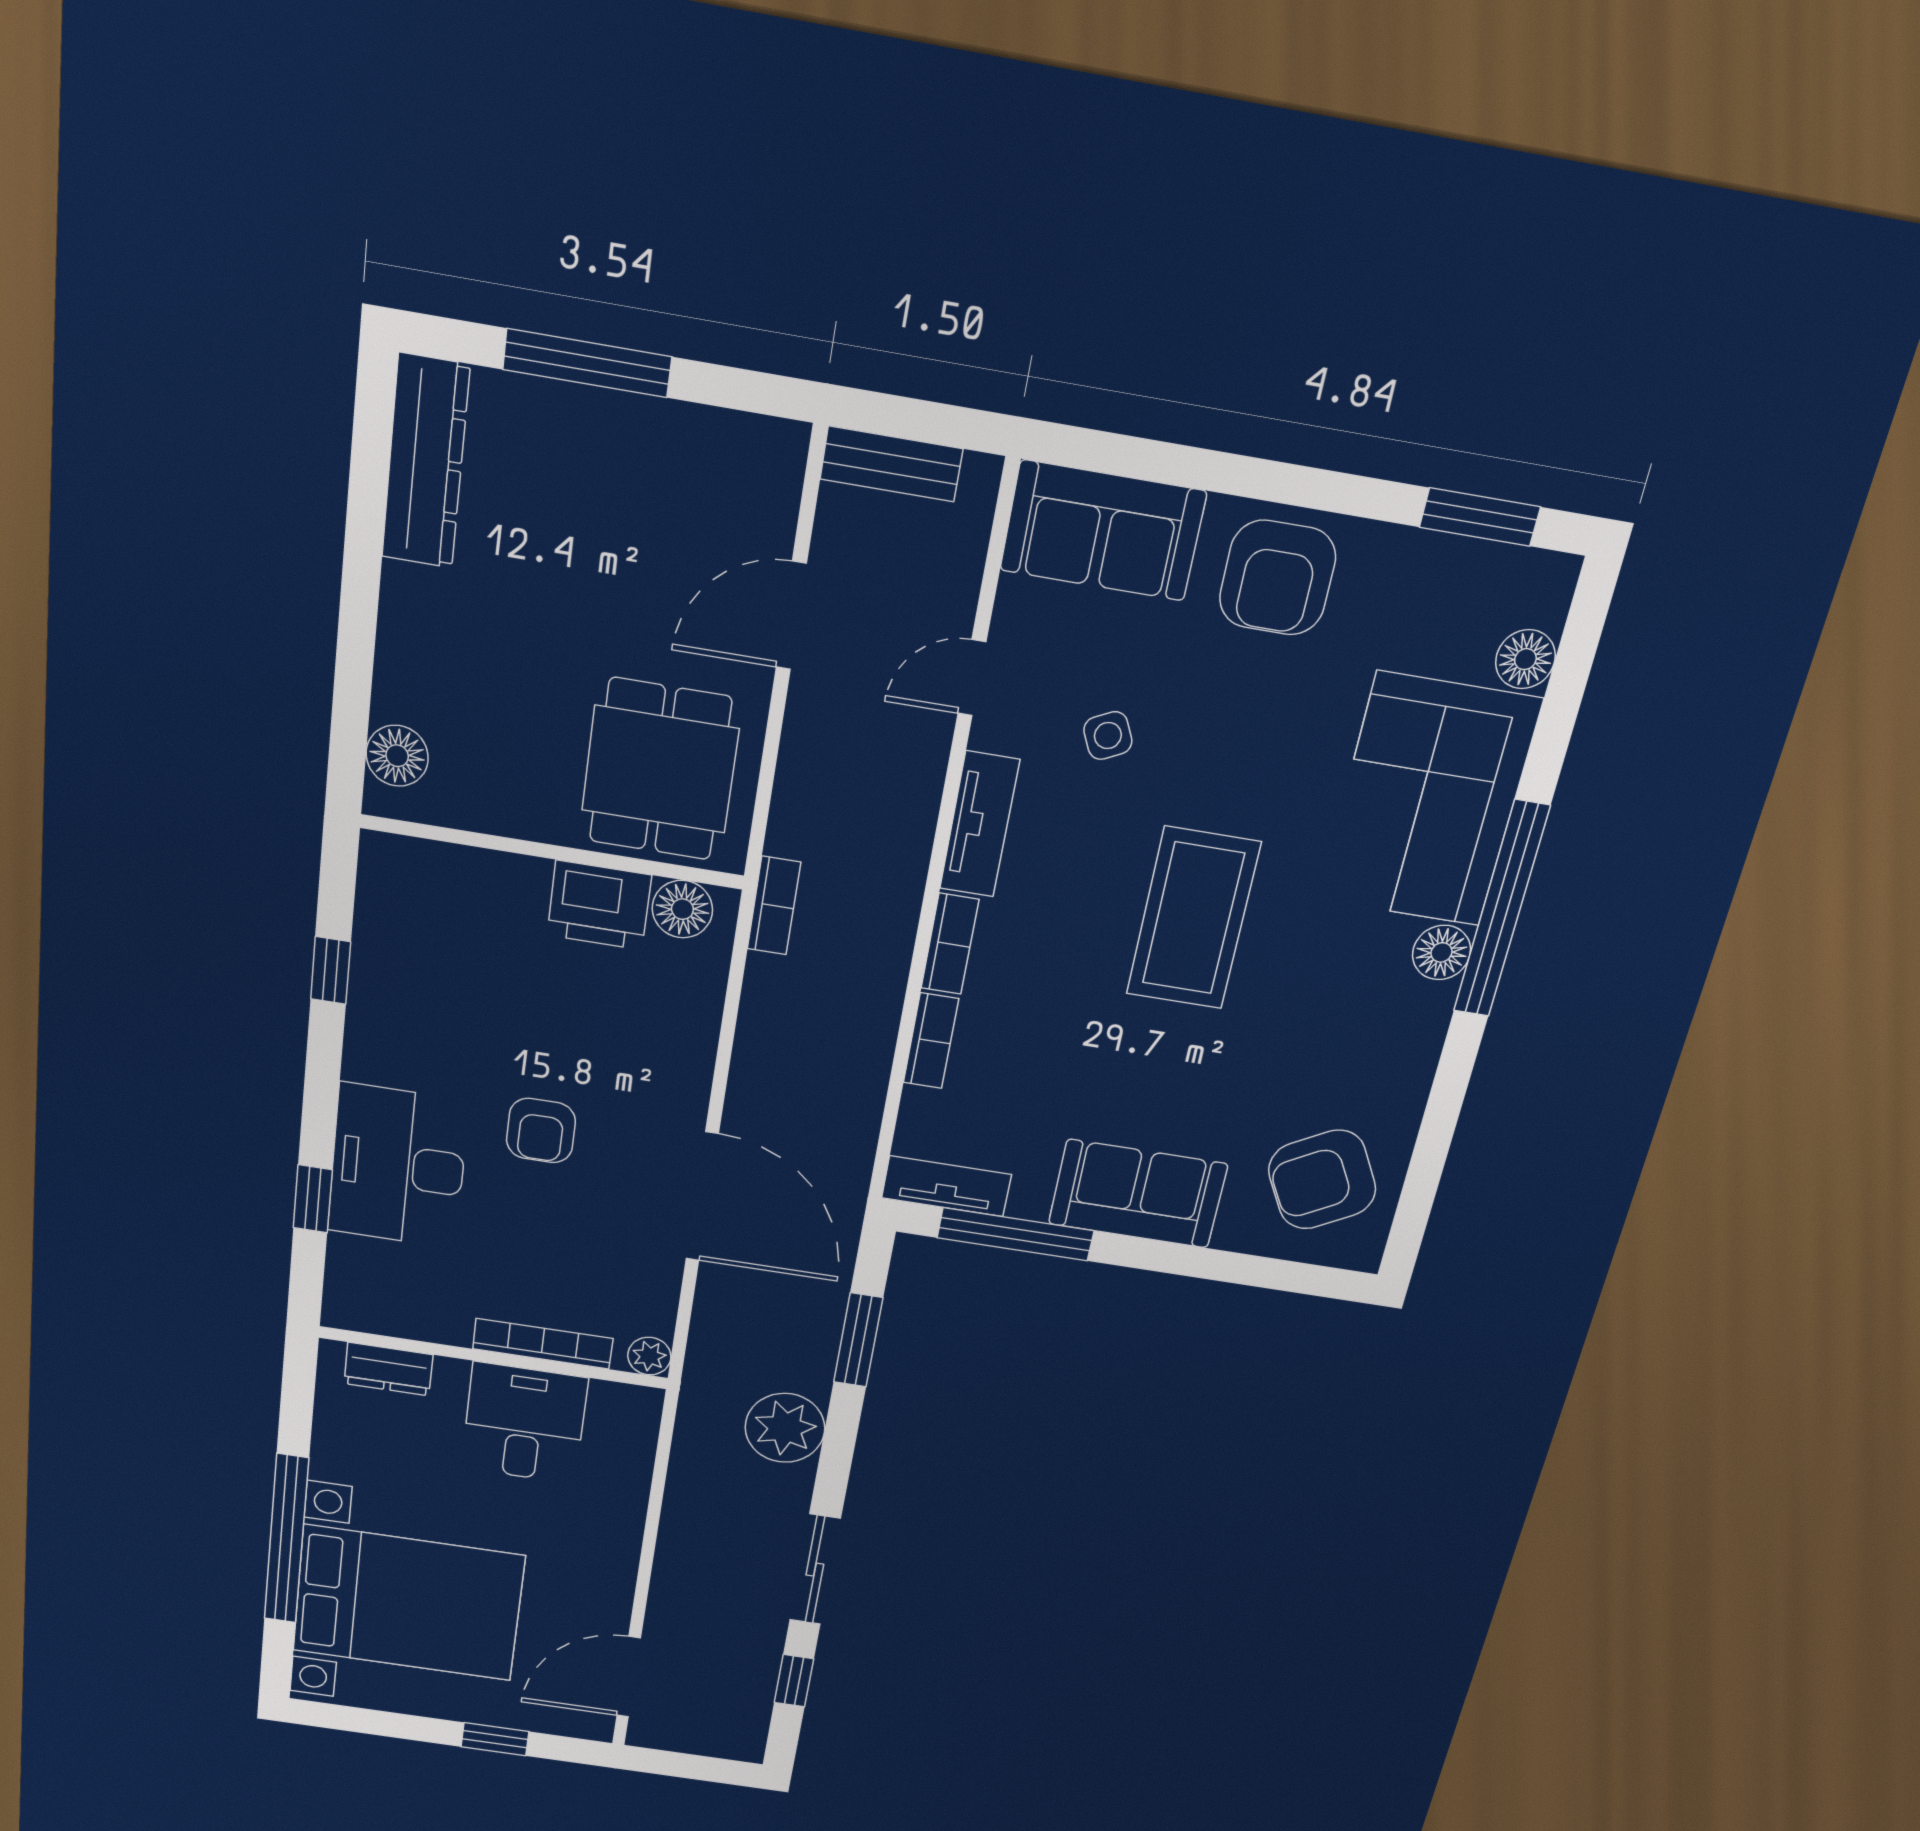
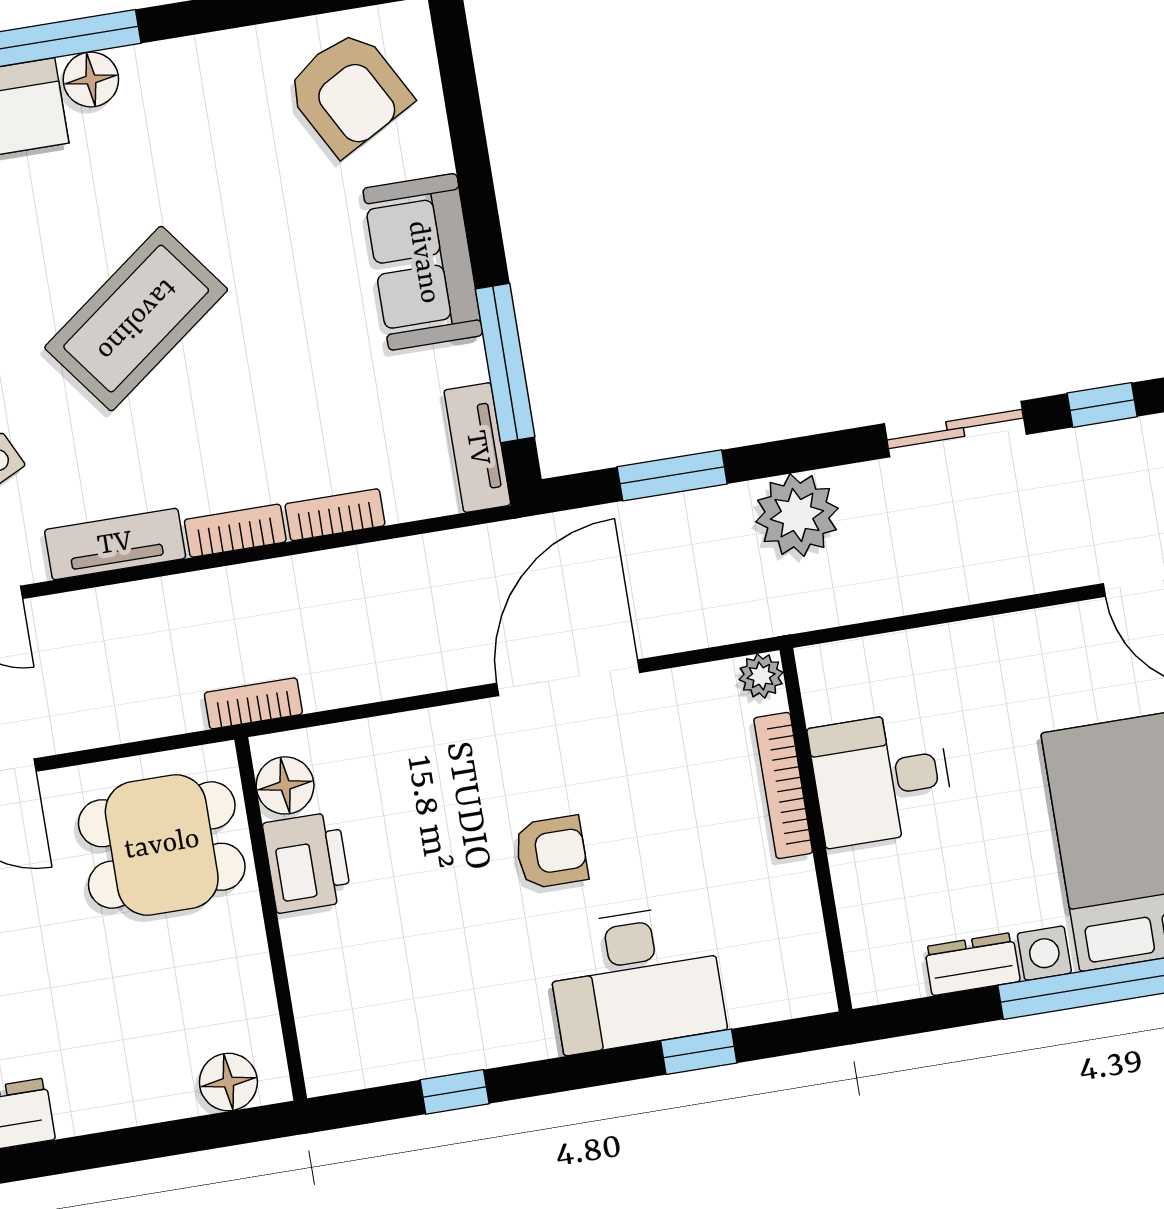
coffee table: (1193, 918) -> (136, 319), turned -37
dresser: (389, 1369) -> (972, 964), moved, turned -90

